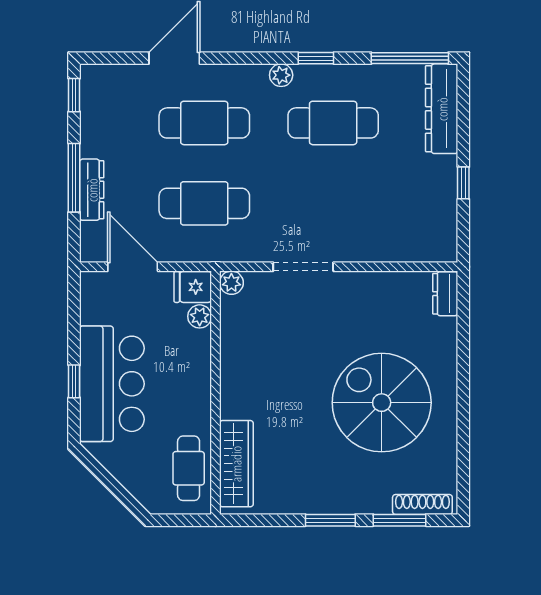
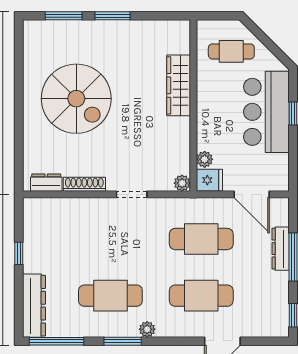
window: (316, 58) -> (123, 341), width x1.50
doorway: (303, 267) -> (132, 194), width x0.73
dresser: (445, 294) -> (46, 183), moved, turned -90
wardrobe: (236, 464) -> (179, 85), moved
cafe table: (189, 468) -> (231, 51), moved, turned 90
shoe rack: (422, 504) -> (84, 184), moved, turned 180

